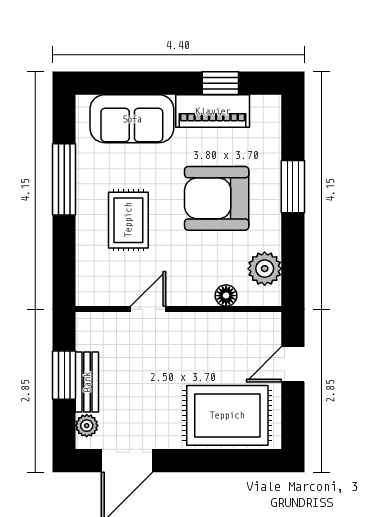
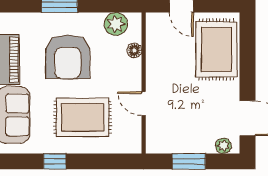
window: (64, 179) -> (55, 161), width x0.46
rug: (128, 220) -> (83, 117), width x1.36, depth x1.43
bench: (87, 382) -> (194, 146), removed

